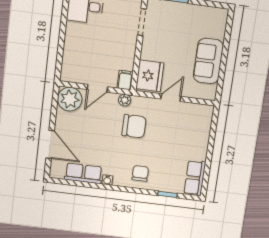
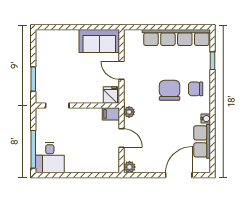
sofa: (208, 61) -> (99, 41), moved
fridge: (150, 76) -> (110, 95), width x0.53, depth x0.75
plant: (70, 99) -> (129, 167), width x0.53, depth x0.53
chair: (134, 126) -> (170, 90), moved
row of seats: (195, 178) -> (176, 37), width x2.02

